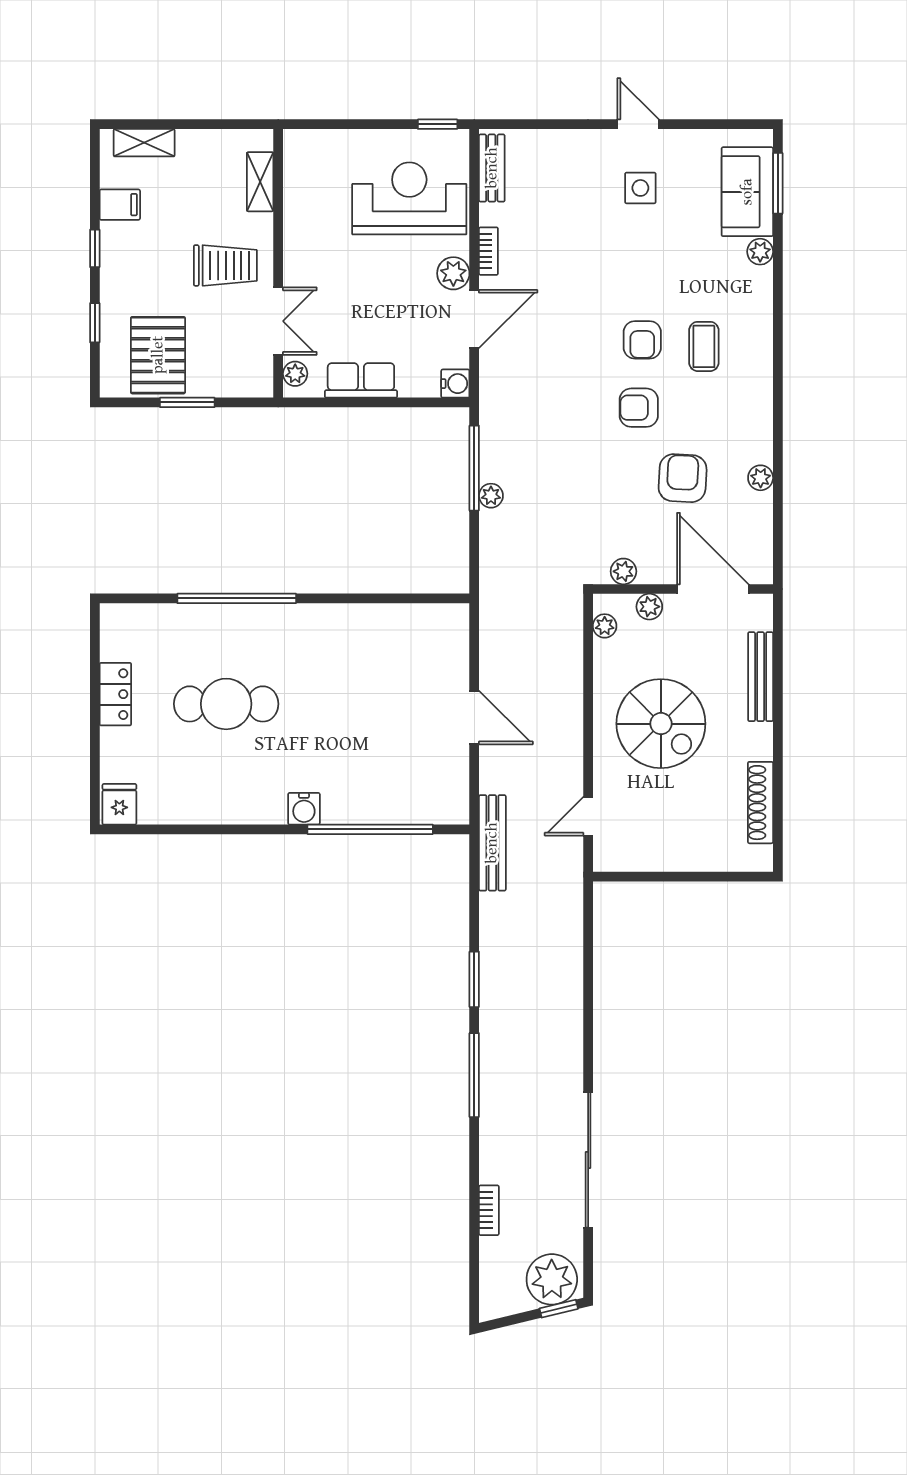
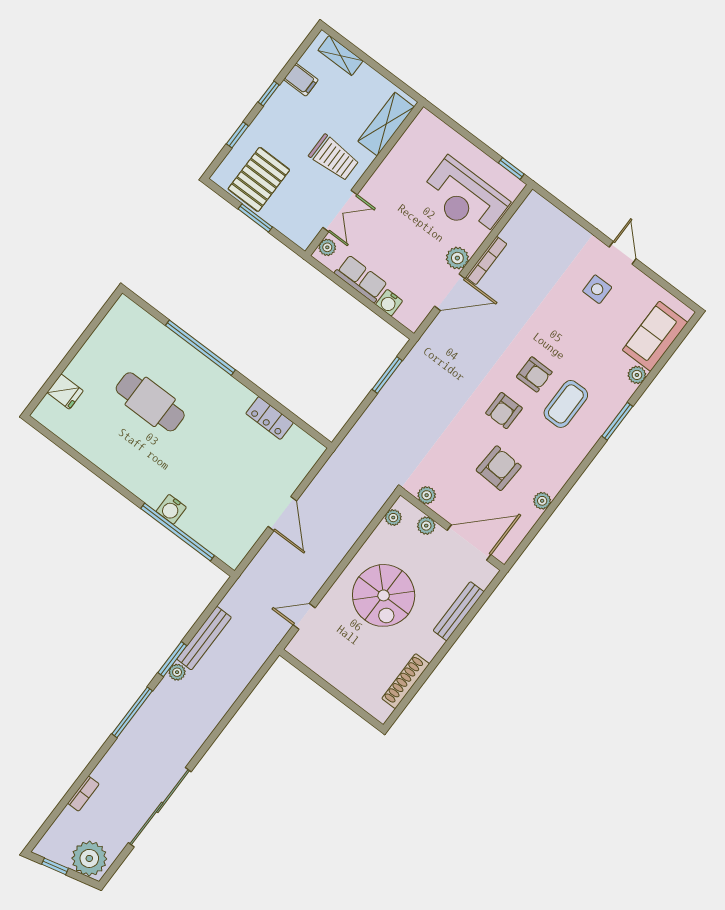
bench: (492, 168) -> (523, 216), removed
shelving: (260, 182) -> (386, 124), width x1.50, depth x1.33
window: (778, 183) -> (617, 421), moved
reception desk: (409, 198) -> (464, 198), turned 180
bookcase: (488, 251) -> (486, 260), width x1.56
armchair: (642, 340) -> (534, 374), turned -90
coffee table: (704, 346) -> (566, 404), width x1.36, depth x1.30
water cooler: (455, 384) -> (389, 303), moved, turned 90
armchair: (639, 408) -> (504, 411), turned -90
window: (474, 468) -> (387, 375), width x0.69
plant: (491, 496) -> (177, 672), moved
door: (713, 589) -> (469, 543), hinge flipped
locker: (115, 694) -> (270, 418), moved, turned 90
fridge: (119, 804) -> (65, 392), moved, turned 90
water cooler: (304, 809) -> (171, 509), moved
bench: (492, 843) -> (204, 638), moved
window: (559, 1309) -> (55, 866), moved

